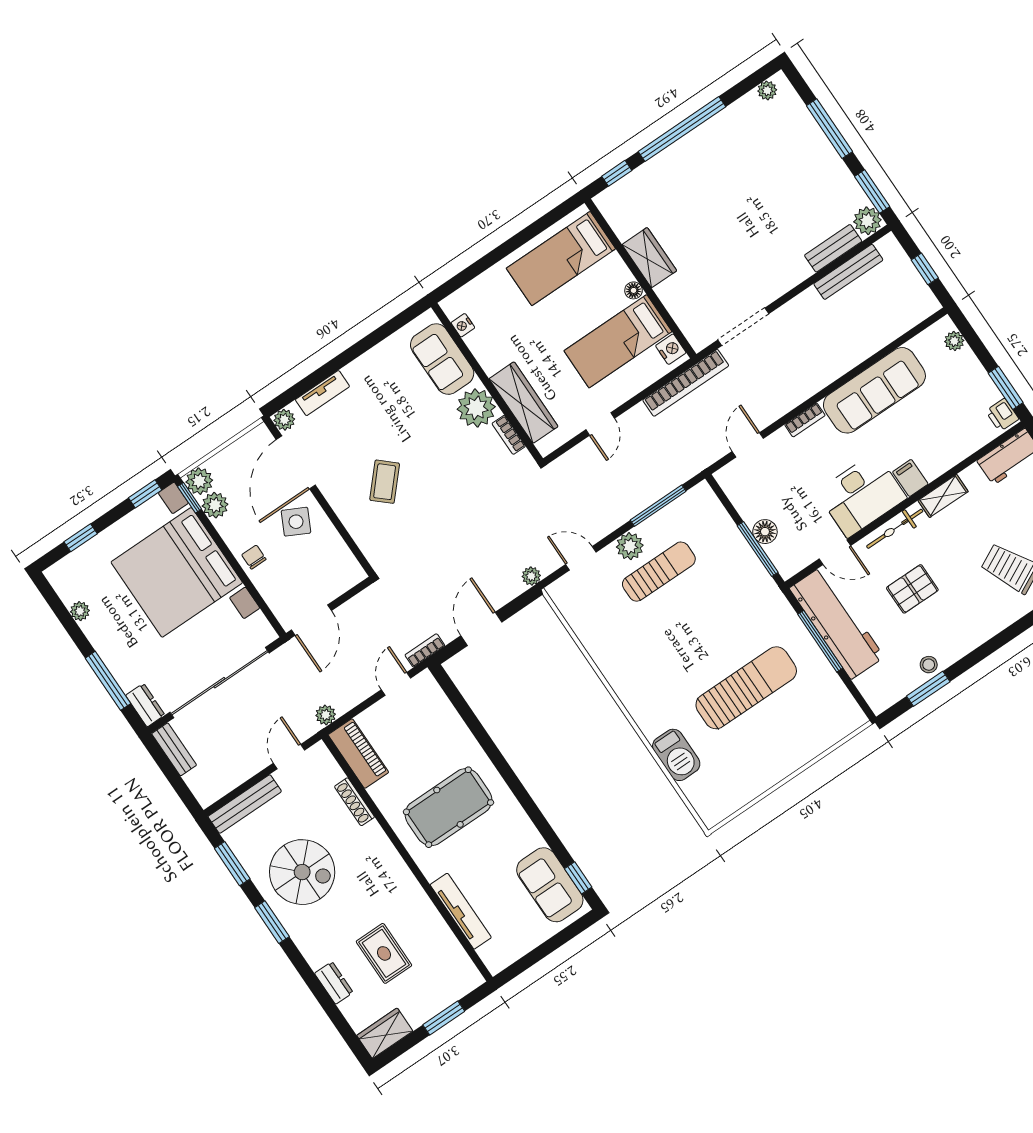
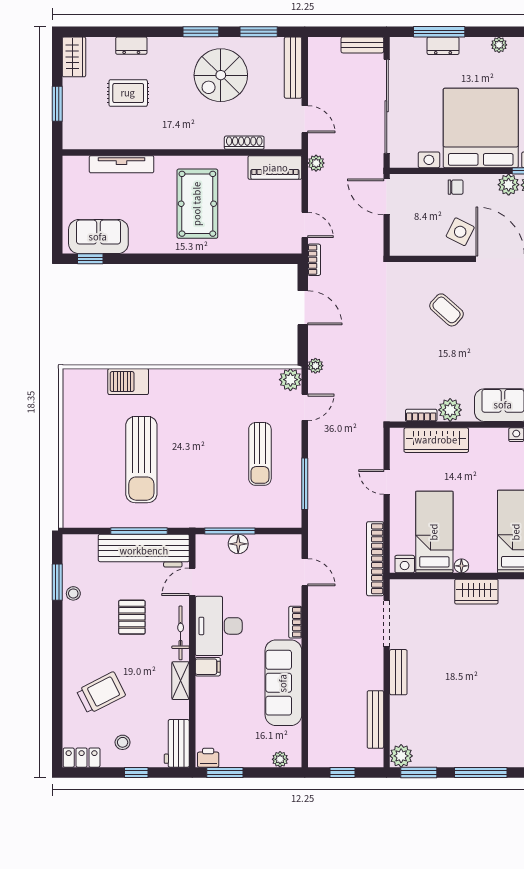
bench: (833, 248) -> (398, 672), moved
plant: (476, 408) -> (450, 410), width x0.73, depth x0.73
plant: (630, 546) -> (290, 380), moved
dresser: (145, 705) -> (443, 46), moved

